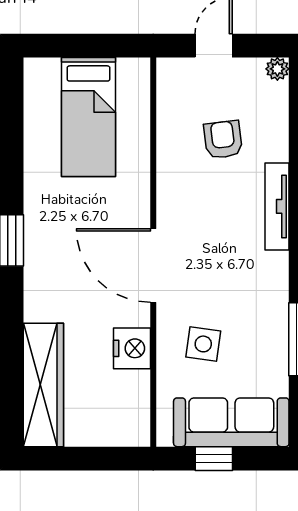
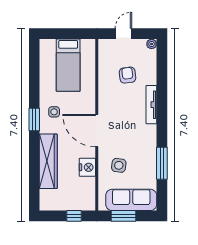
side table: (57, 223) -> (54, 112), added
wardrobe: (43, 385) -> (48, 161), moved
window: (102, 459) -> (74, 216), added
window: (214, 459) -> (123, 216), width x1.50

